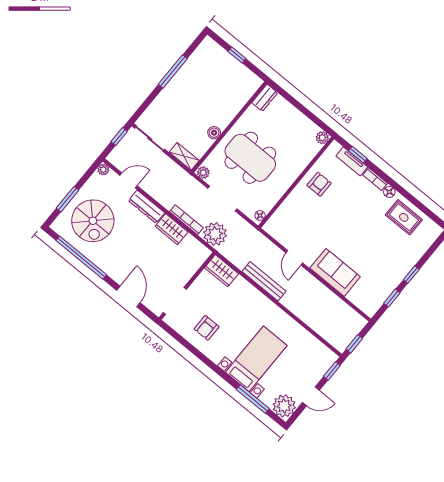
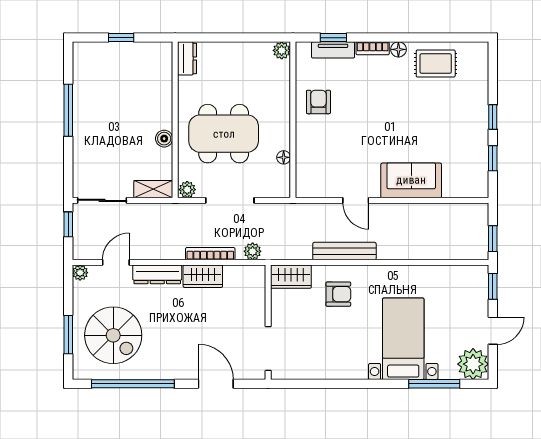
floor lamp: (260, 215) -> (284, 157), moved
plant: (215, 234) -> (253, 251), width x0.53, depth x0.53
armchair: (207, 328) -> (338, 294), moved, turned -90

